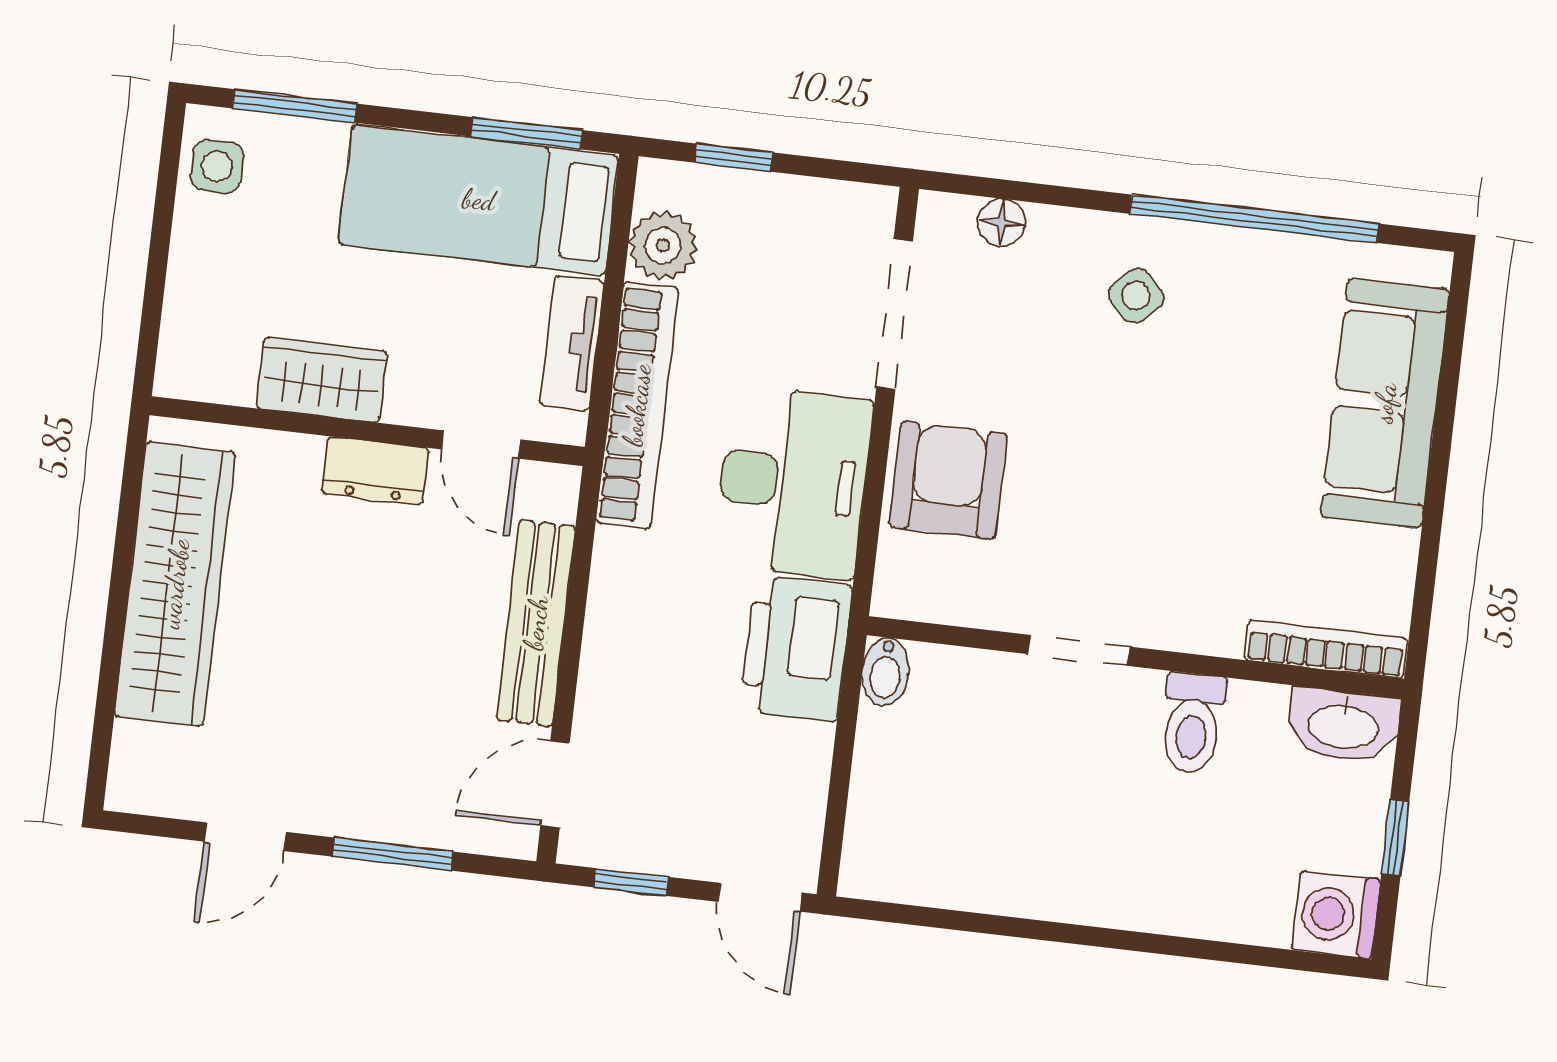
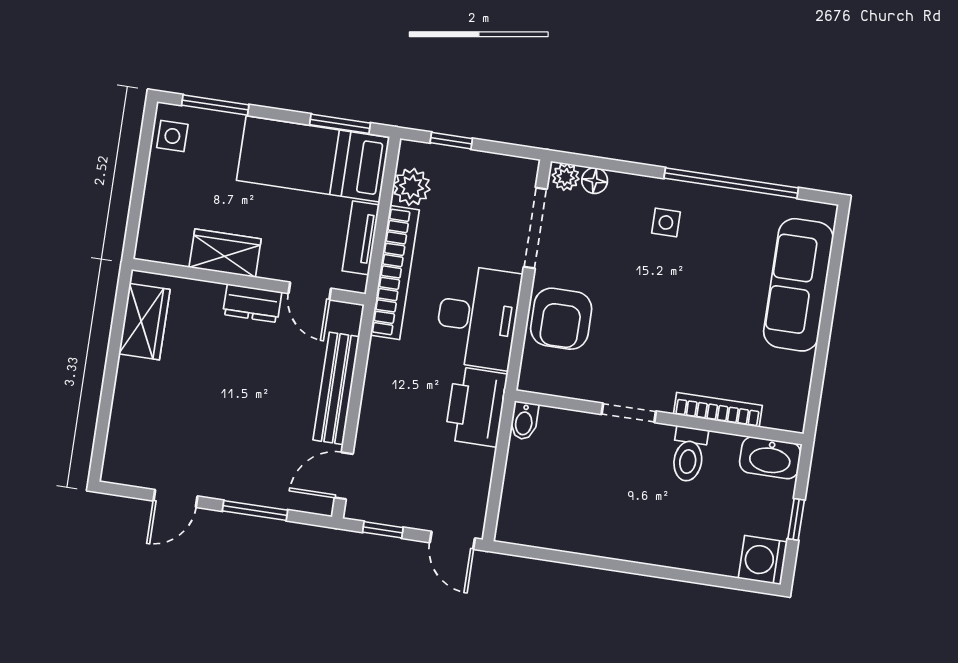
plant: (948, 218) -> (566, 177), added
side table: (1136, 296) -> (666, 222), turned 45
armchair: (948, 480) -> (561, 319), turned 180
wardrobe: (175, 584) -> (144, 322), width x0.48, depth x0.85
bookcase: (1326, 649) -> (718, 410), moved

